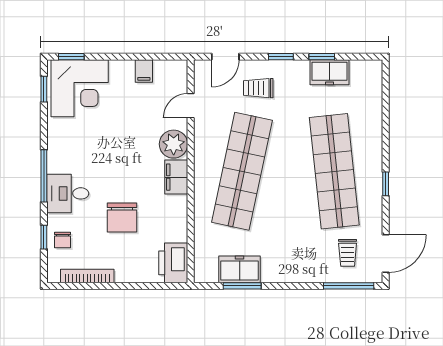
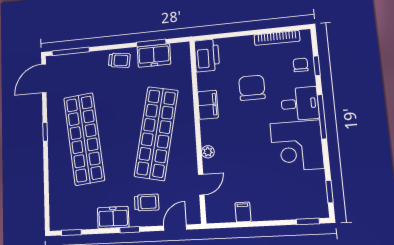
window: (322, 57) -> (71, 232), moved
freezer: (330, 72) -> (113, 217), moved
corner desk: (80, 88) -> (297, 146), moved, turned -90
plant: (174, 144) -> (208, 152), width x0.53, depth x0.53
filing cabinet: (176, 177) -> (208, 105), moved
trolley: (348, 253) -> (119, 60), moved, turned 98

